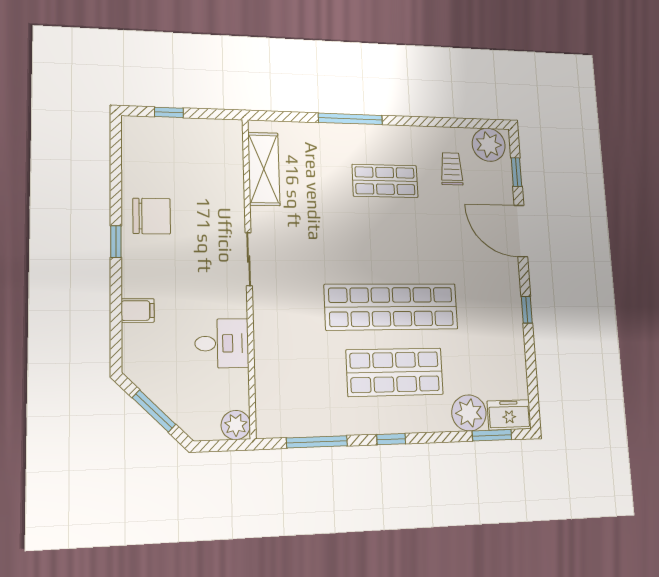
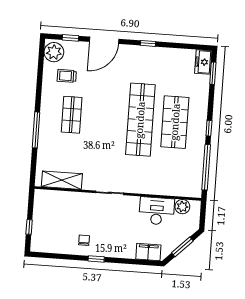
chair: (152, 216) -> (84, 240), width x0.54, depth x0.54
filing cabinet: (138, 311) -> (148, 252), moved, width x2.00
desk: (222, 343) -> (157, 211), width x1.37
plant: (469, 413) -> (200, 84), removed
plant: (236, 425) -> (182, 207), moved
window: (317, 442) -> (206, 167), width x1.46

